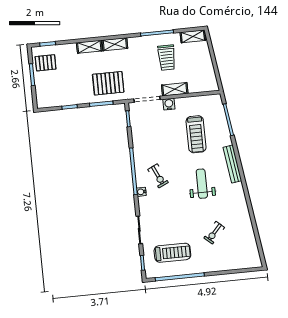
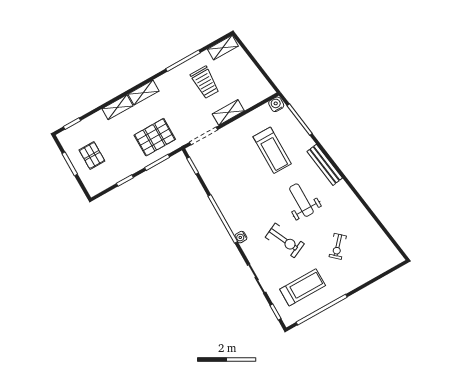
pallet: (46, 63) -> (92, 155), moved, turned 90
water cooler: (169, 104) -> (276, 104), moved
exercise bike: (158, 176) -> (285, 240), moved, width x1.38, depth x1.39

